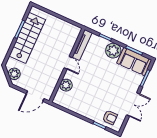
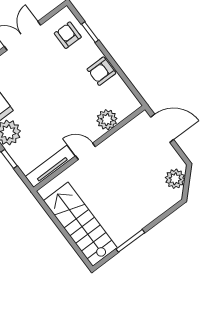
stairs: (27, 38) -> (80, 224), moved, turned 90
door: (68, 63) -> (85, 151), hinge flipped
armchair: (82, 108) -> (101, 71), added

